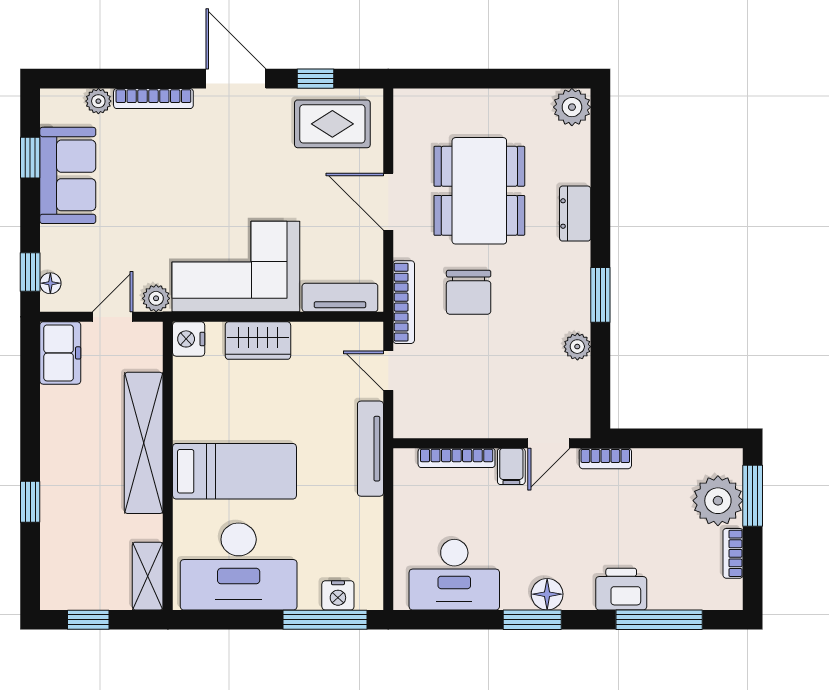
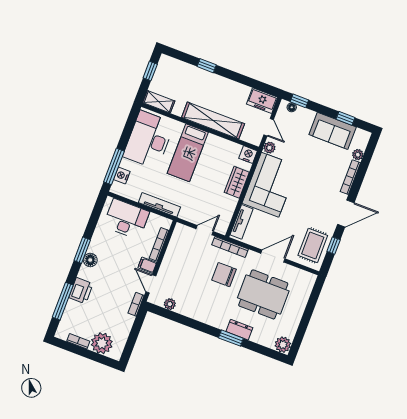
window: (600, 295) -> (231, 338), moved
plant: (577, 347) -> (170, 304), moved
tv unit: (370, 449) -> (159, 205), moved
window: (753, 496) -> (98, 358), removed
desk: (454, 575) -> (126, 219), moved, turned 90

